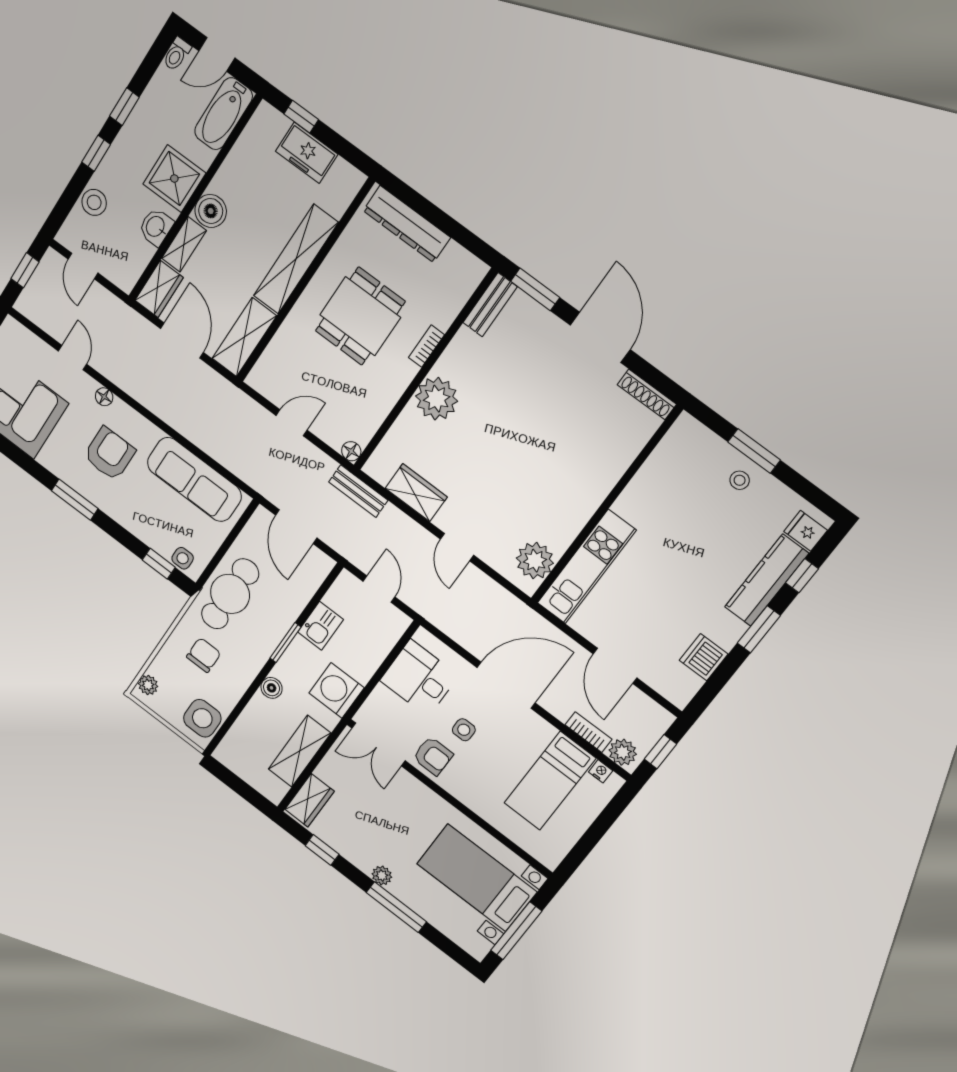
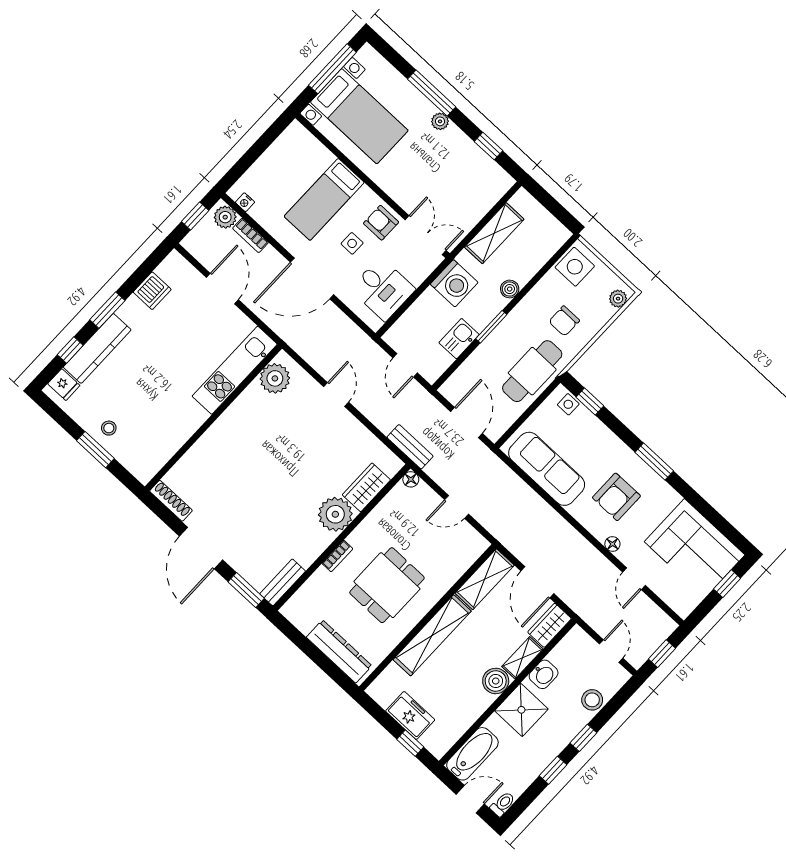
wardrobe: (416, 493) -> (366, 487), moved, turned 90
bed: (550, 781) -> (324, 199), moved, turned 180
wardrobe: (309, 800) -> (492, 190), removed

